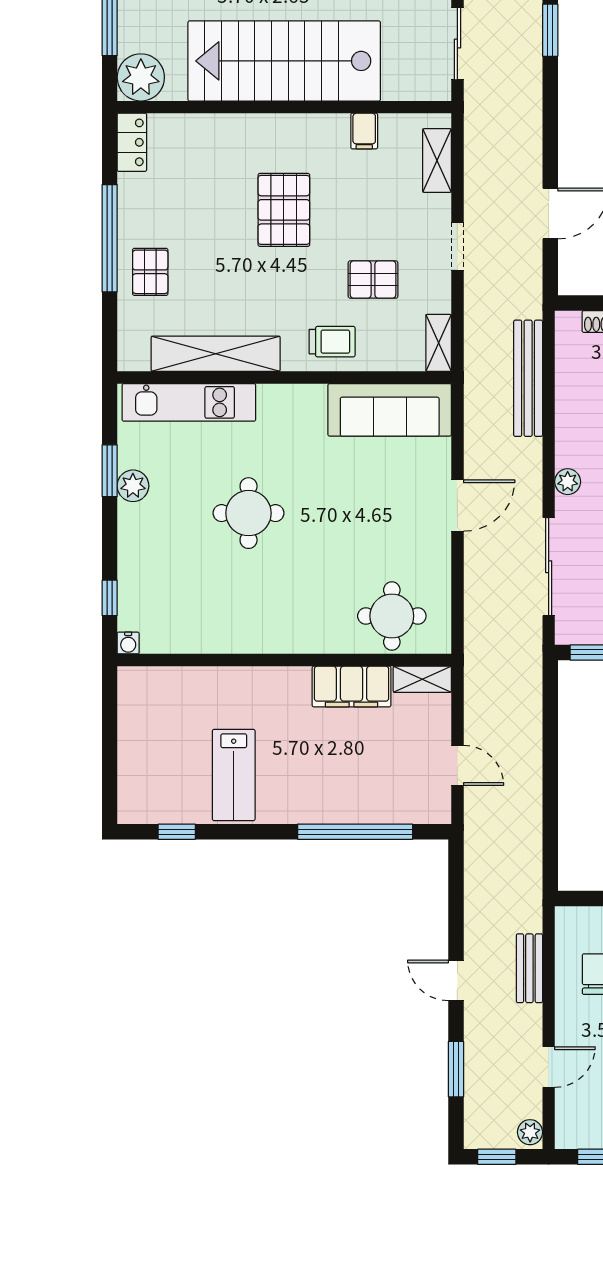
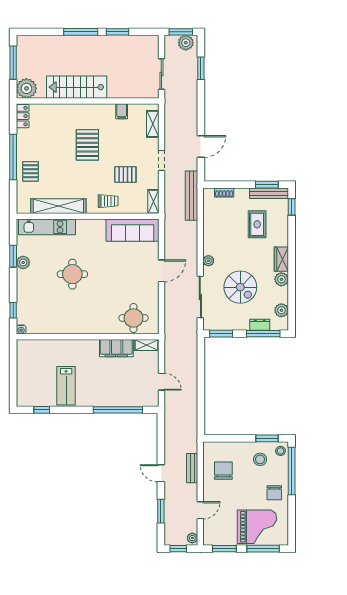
stairs: (284, 61) -> (77, 87), width x0.73, depth x0.66
bench: (528, 378) -> (192, 196), moved

